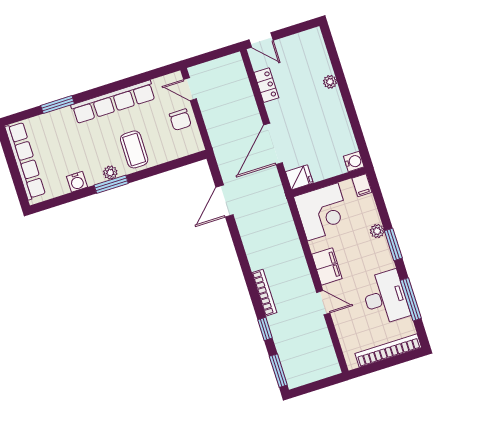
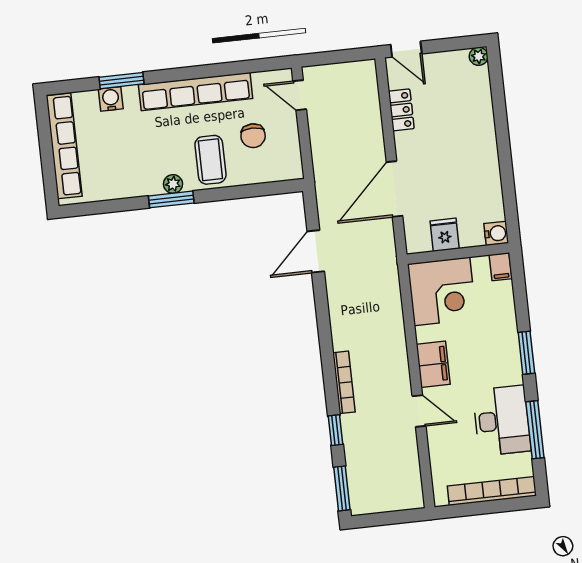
plant: (330, 82) -> (479, 56), moved
chair: (180, 120) -> (253, 136), moved
fridge: (299, 177) -> (445, 235), moved, turned -90
water cooler: (77, 182) -> (111, 99), moved, turned 180
plant: (377, 231) -> (509, 331), removed

